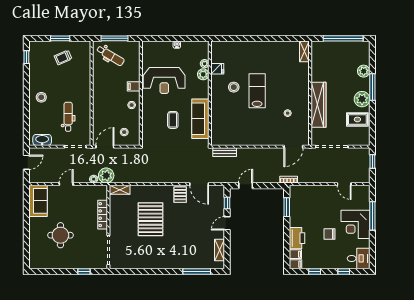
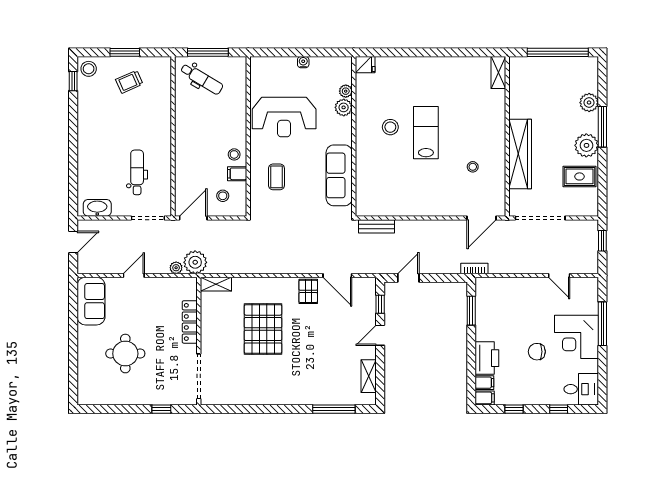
fridge: (217, 69) -> (365, 65), moved
filing cabinet: (134, 86) -> (237, 174), moved
stool: (41, 97) -> (89, 69), moved
coffee table: (173, 120) -> (276, 177), moved

